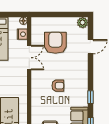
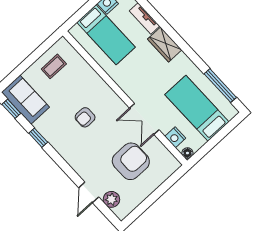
plant: (83, 23) -> (111, 199), moved
armchair: (55, 43) -> (131, 161), turned -90

